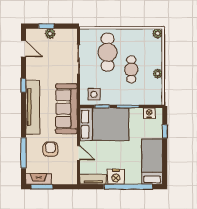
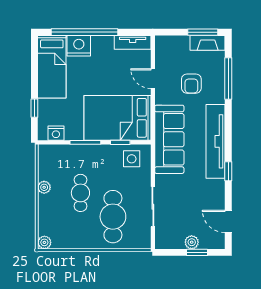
nightstand: (116, 177) -> (79, 46), moved

